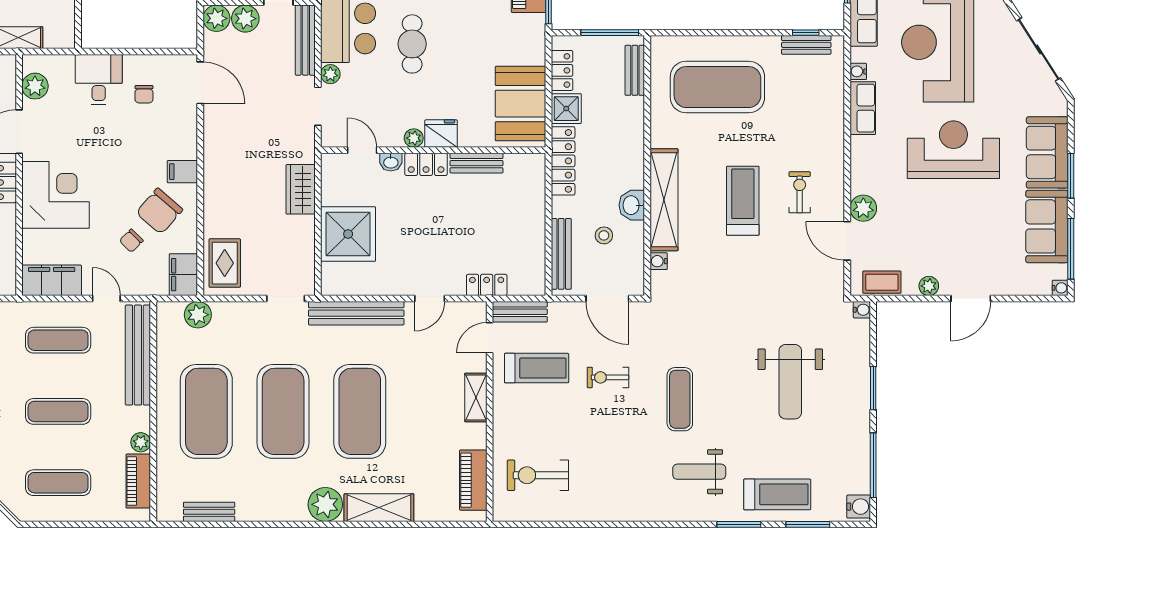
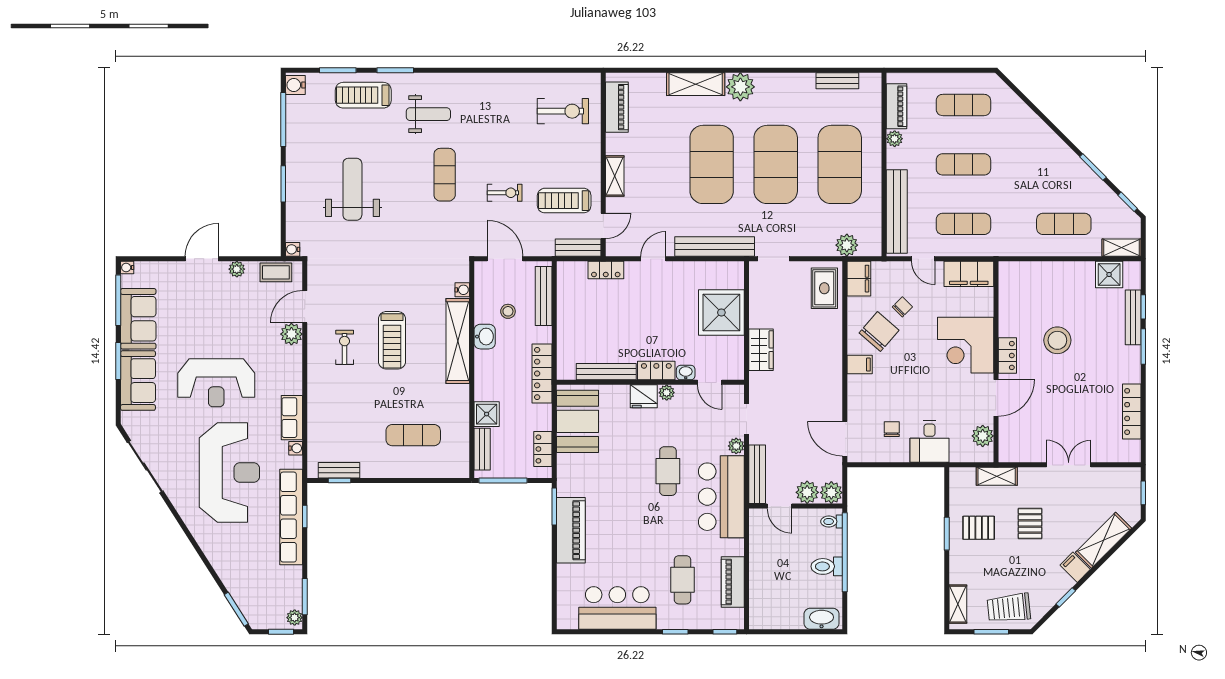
exercise mat: (717, 87) -> (413, 435), width x0.50, depth x0.69
shower: (566, 109) -> (487, 414), moved
bench: (476, 163) -> (606, 372), width x1.36
exercise bike: (800, 192) -> (345, 347), turned 180
door: (847, 241) -> (305, 307), swing flipped

